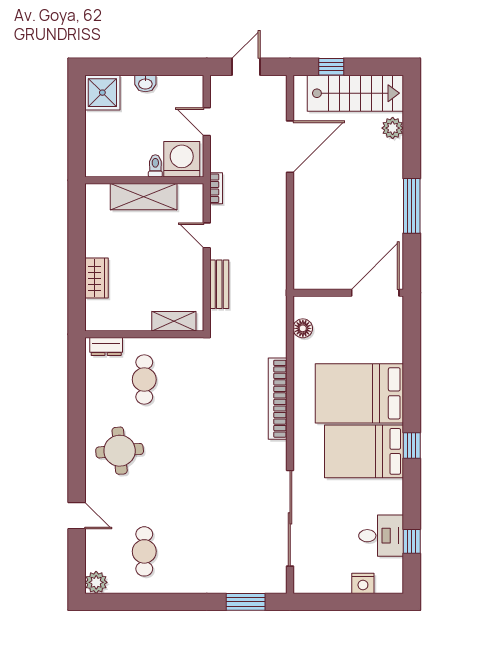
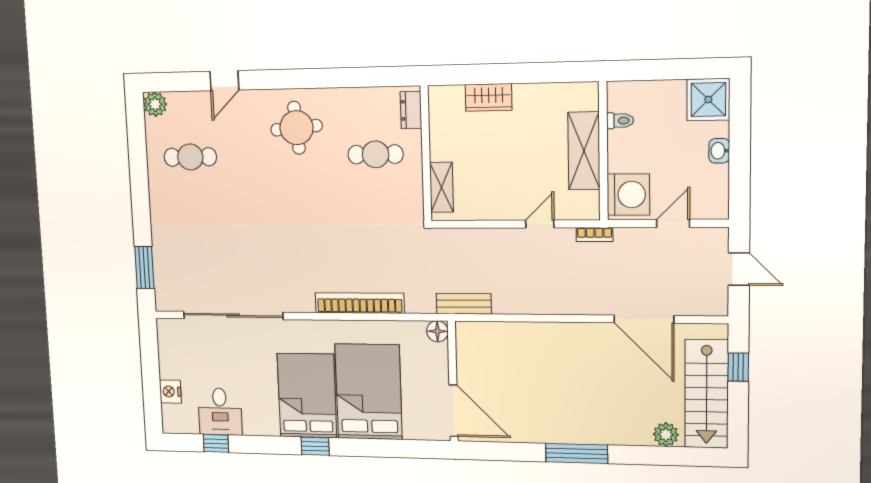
toilet: (155, 166) -> (620, 121), moved
bench: (219, 284) -> (464, 304), moved
wall: (348, 293) -> (453, 381), moved
door: (375, 293) -> (454, 411), moved

